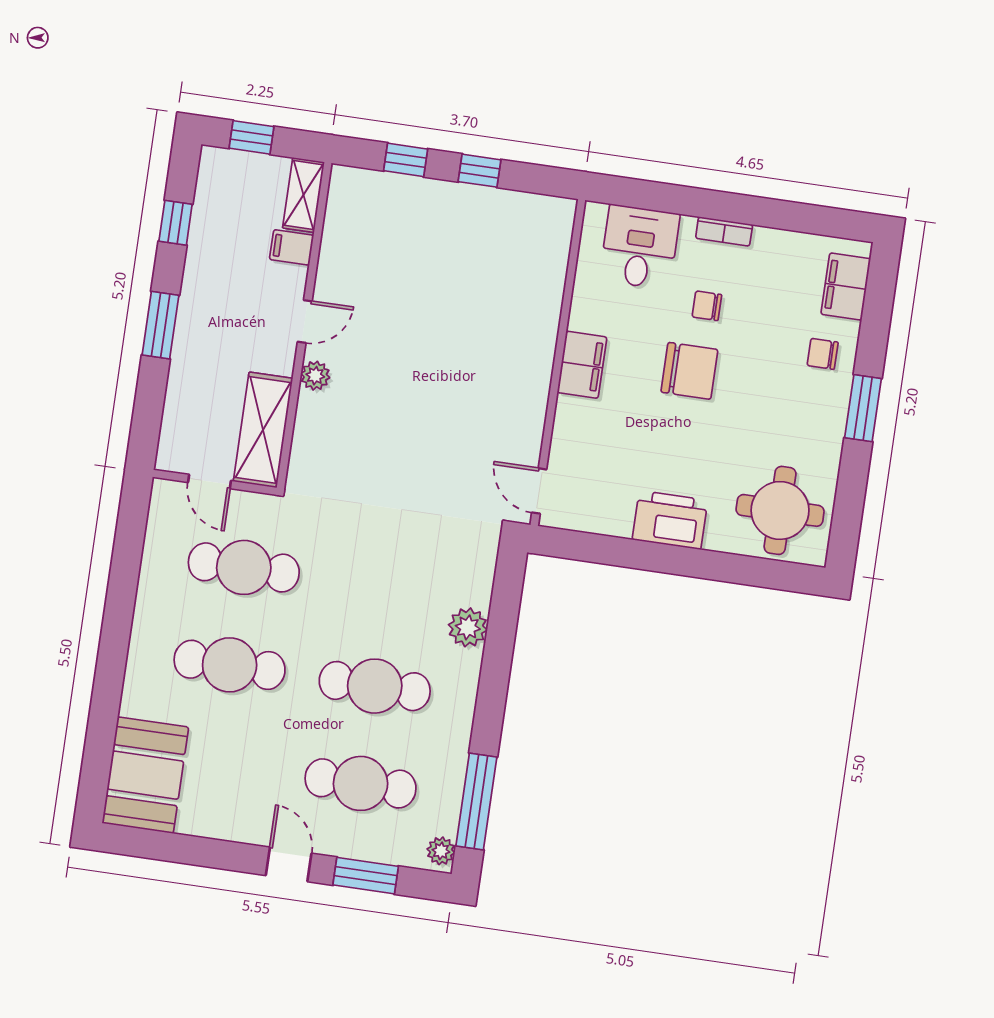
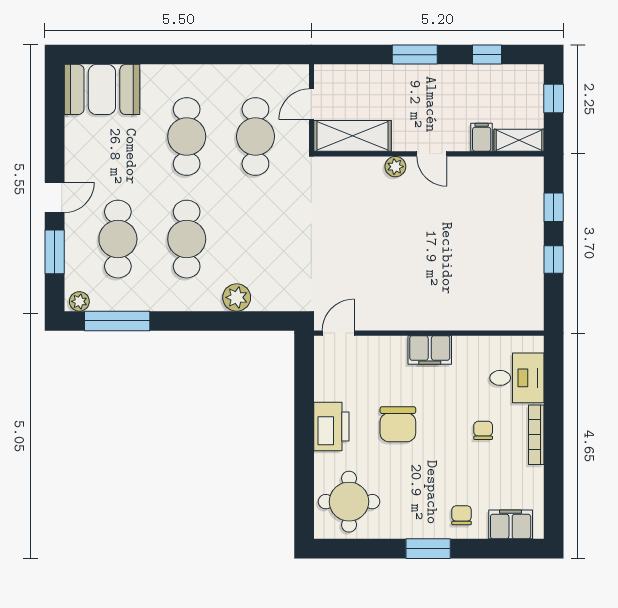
bookcase: (724, 231) -> (536, 435), width x1.56
chair: (689, 371) -> (398, 424), moved

